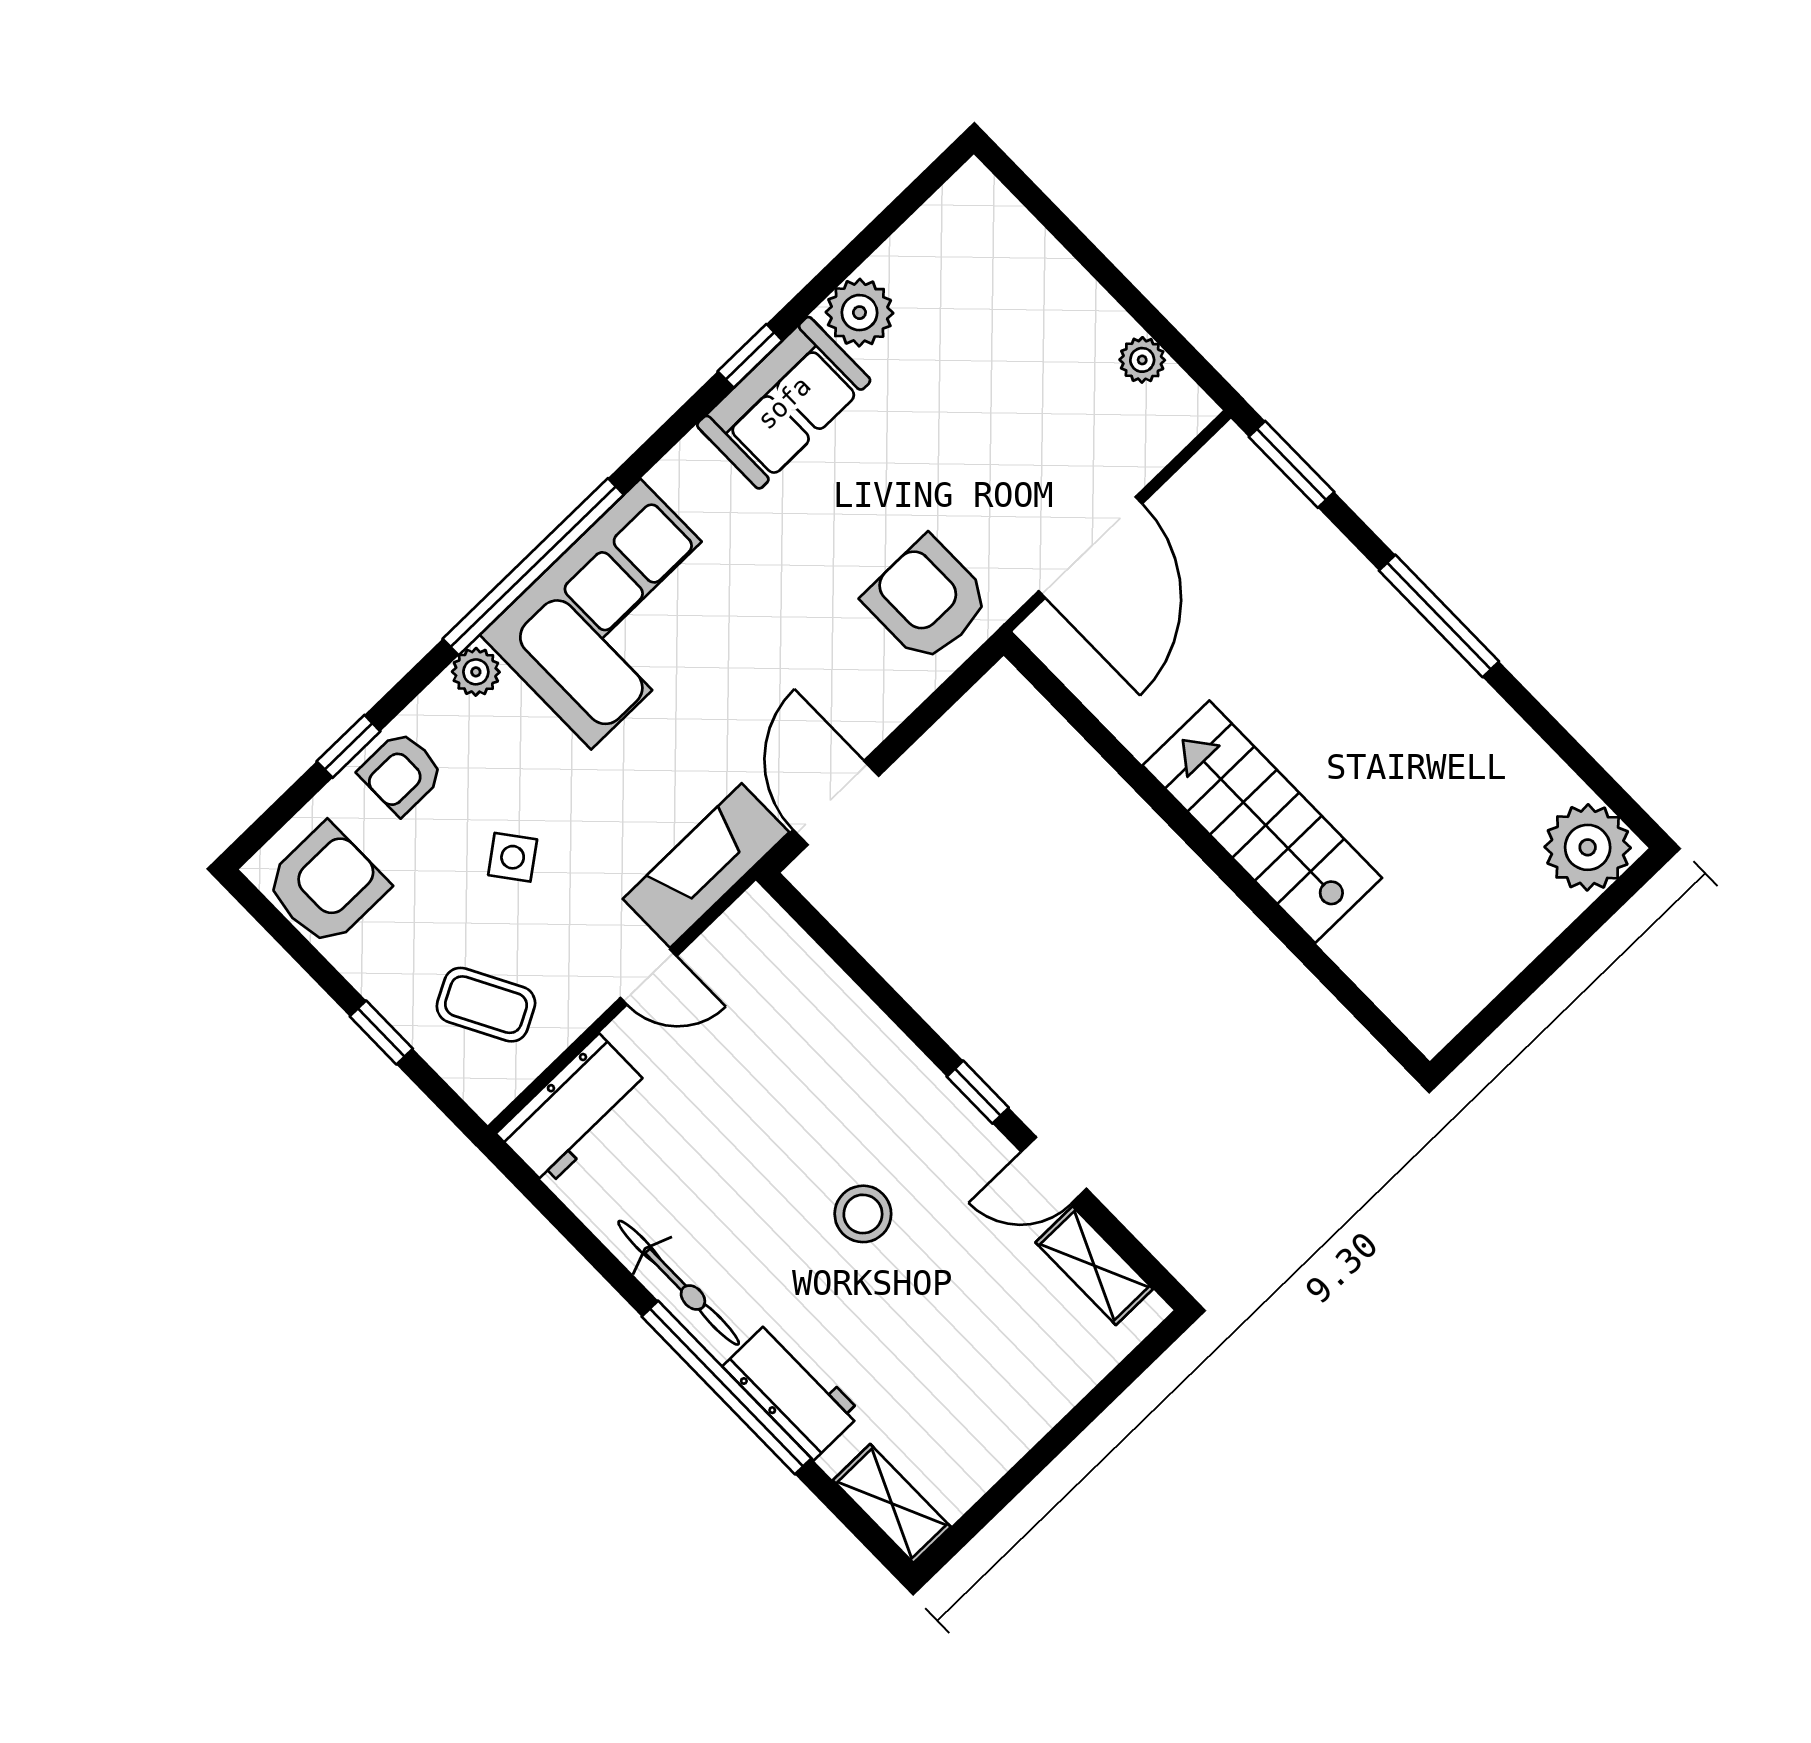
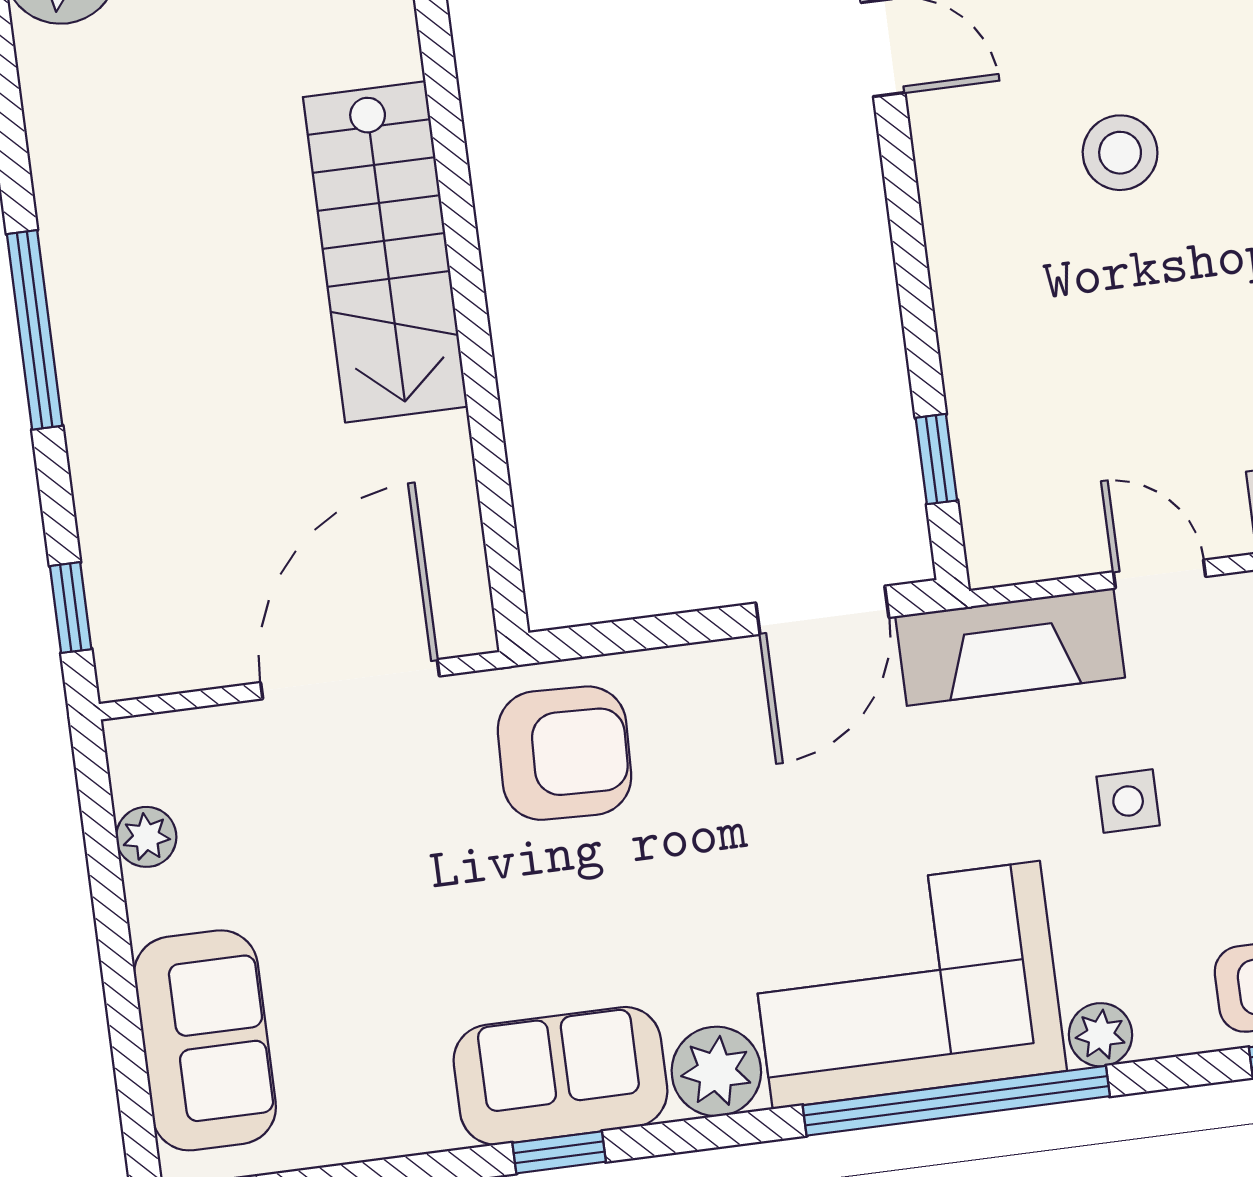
sofa: (1015, 263) -> (205, 1040), added
plant: (859, 313) -> (716, 1071), moved
window: (1292, 464) -> (71, 608), width x0.67
armchair: (927, 600) -> (564, 753), turned -88
side table: (513, 857) -> (1128, 801), moved, turned 37
window: (978, 1092) -> (936, 459), moved

